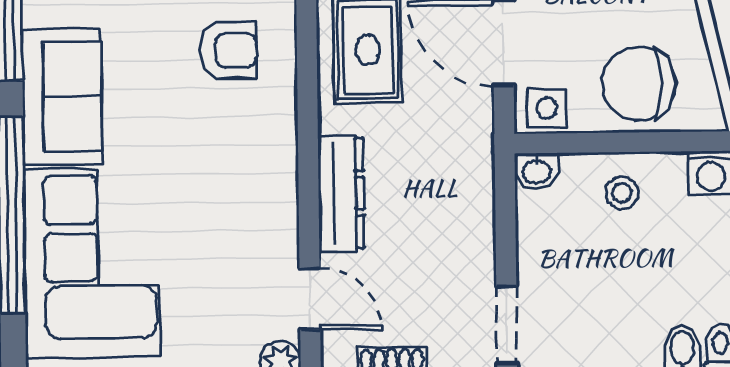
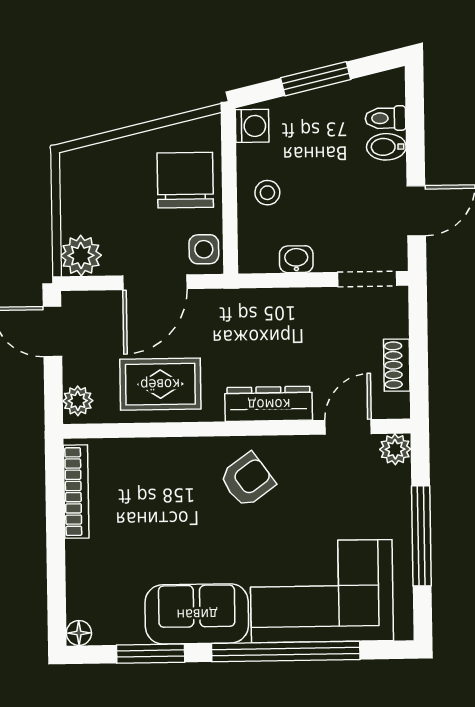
armchair: (228, 50) -> (247, 480), moved, turned 54
chair: (639, 84) -> (185, 180), turned 180
washbasin: (537, 171) -> (296, 259), moved, turned -90

